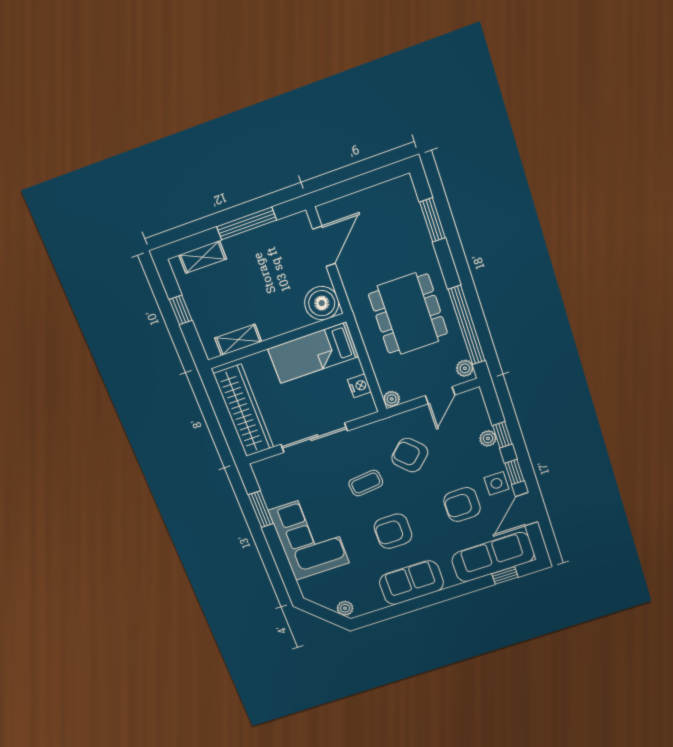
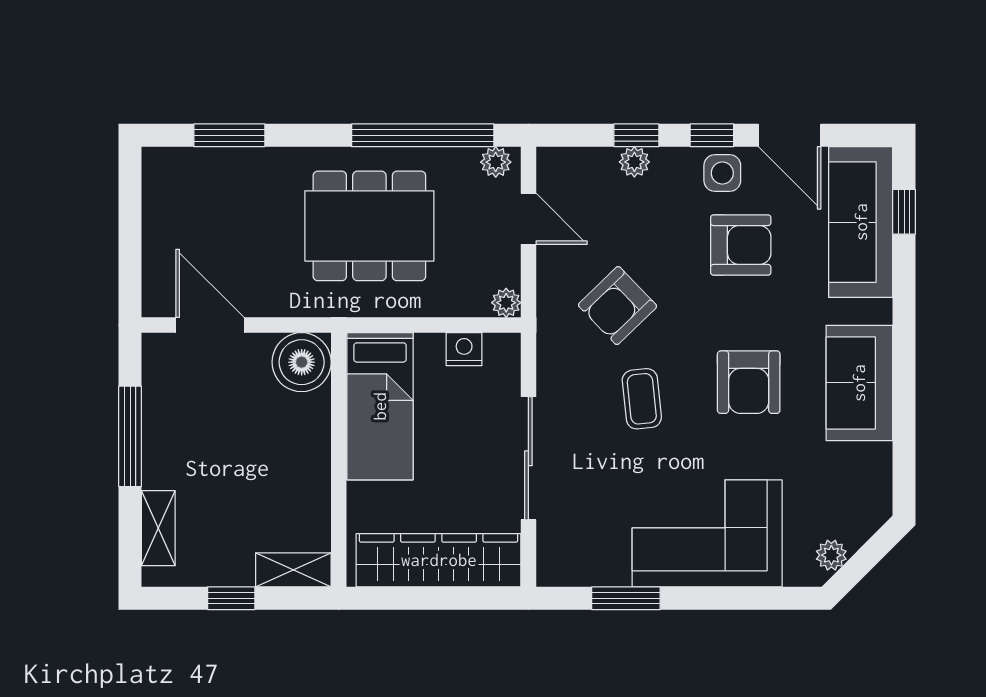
shelving: (238, 340) -> (293, 570), moved, turned 90
armchair: (462, 504) -> (741, 245), turned -90
plant: (345, 608) -> (831, 555), moved

